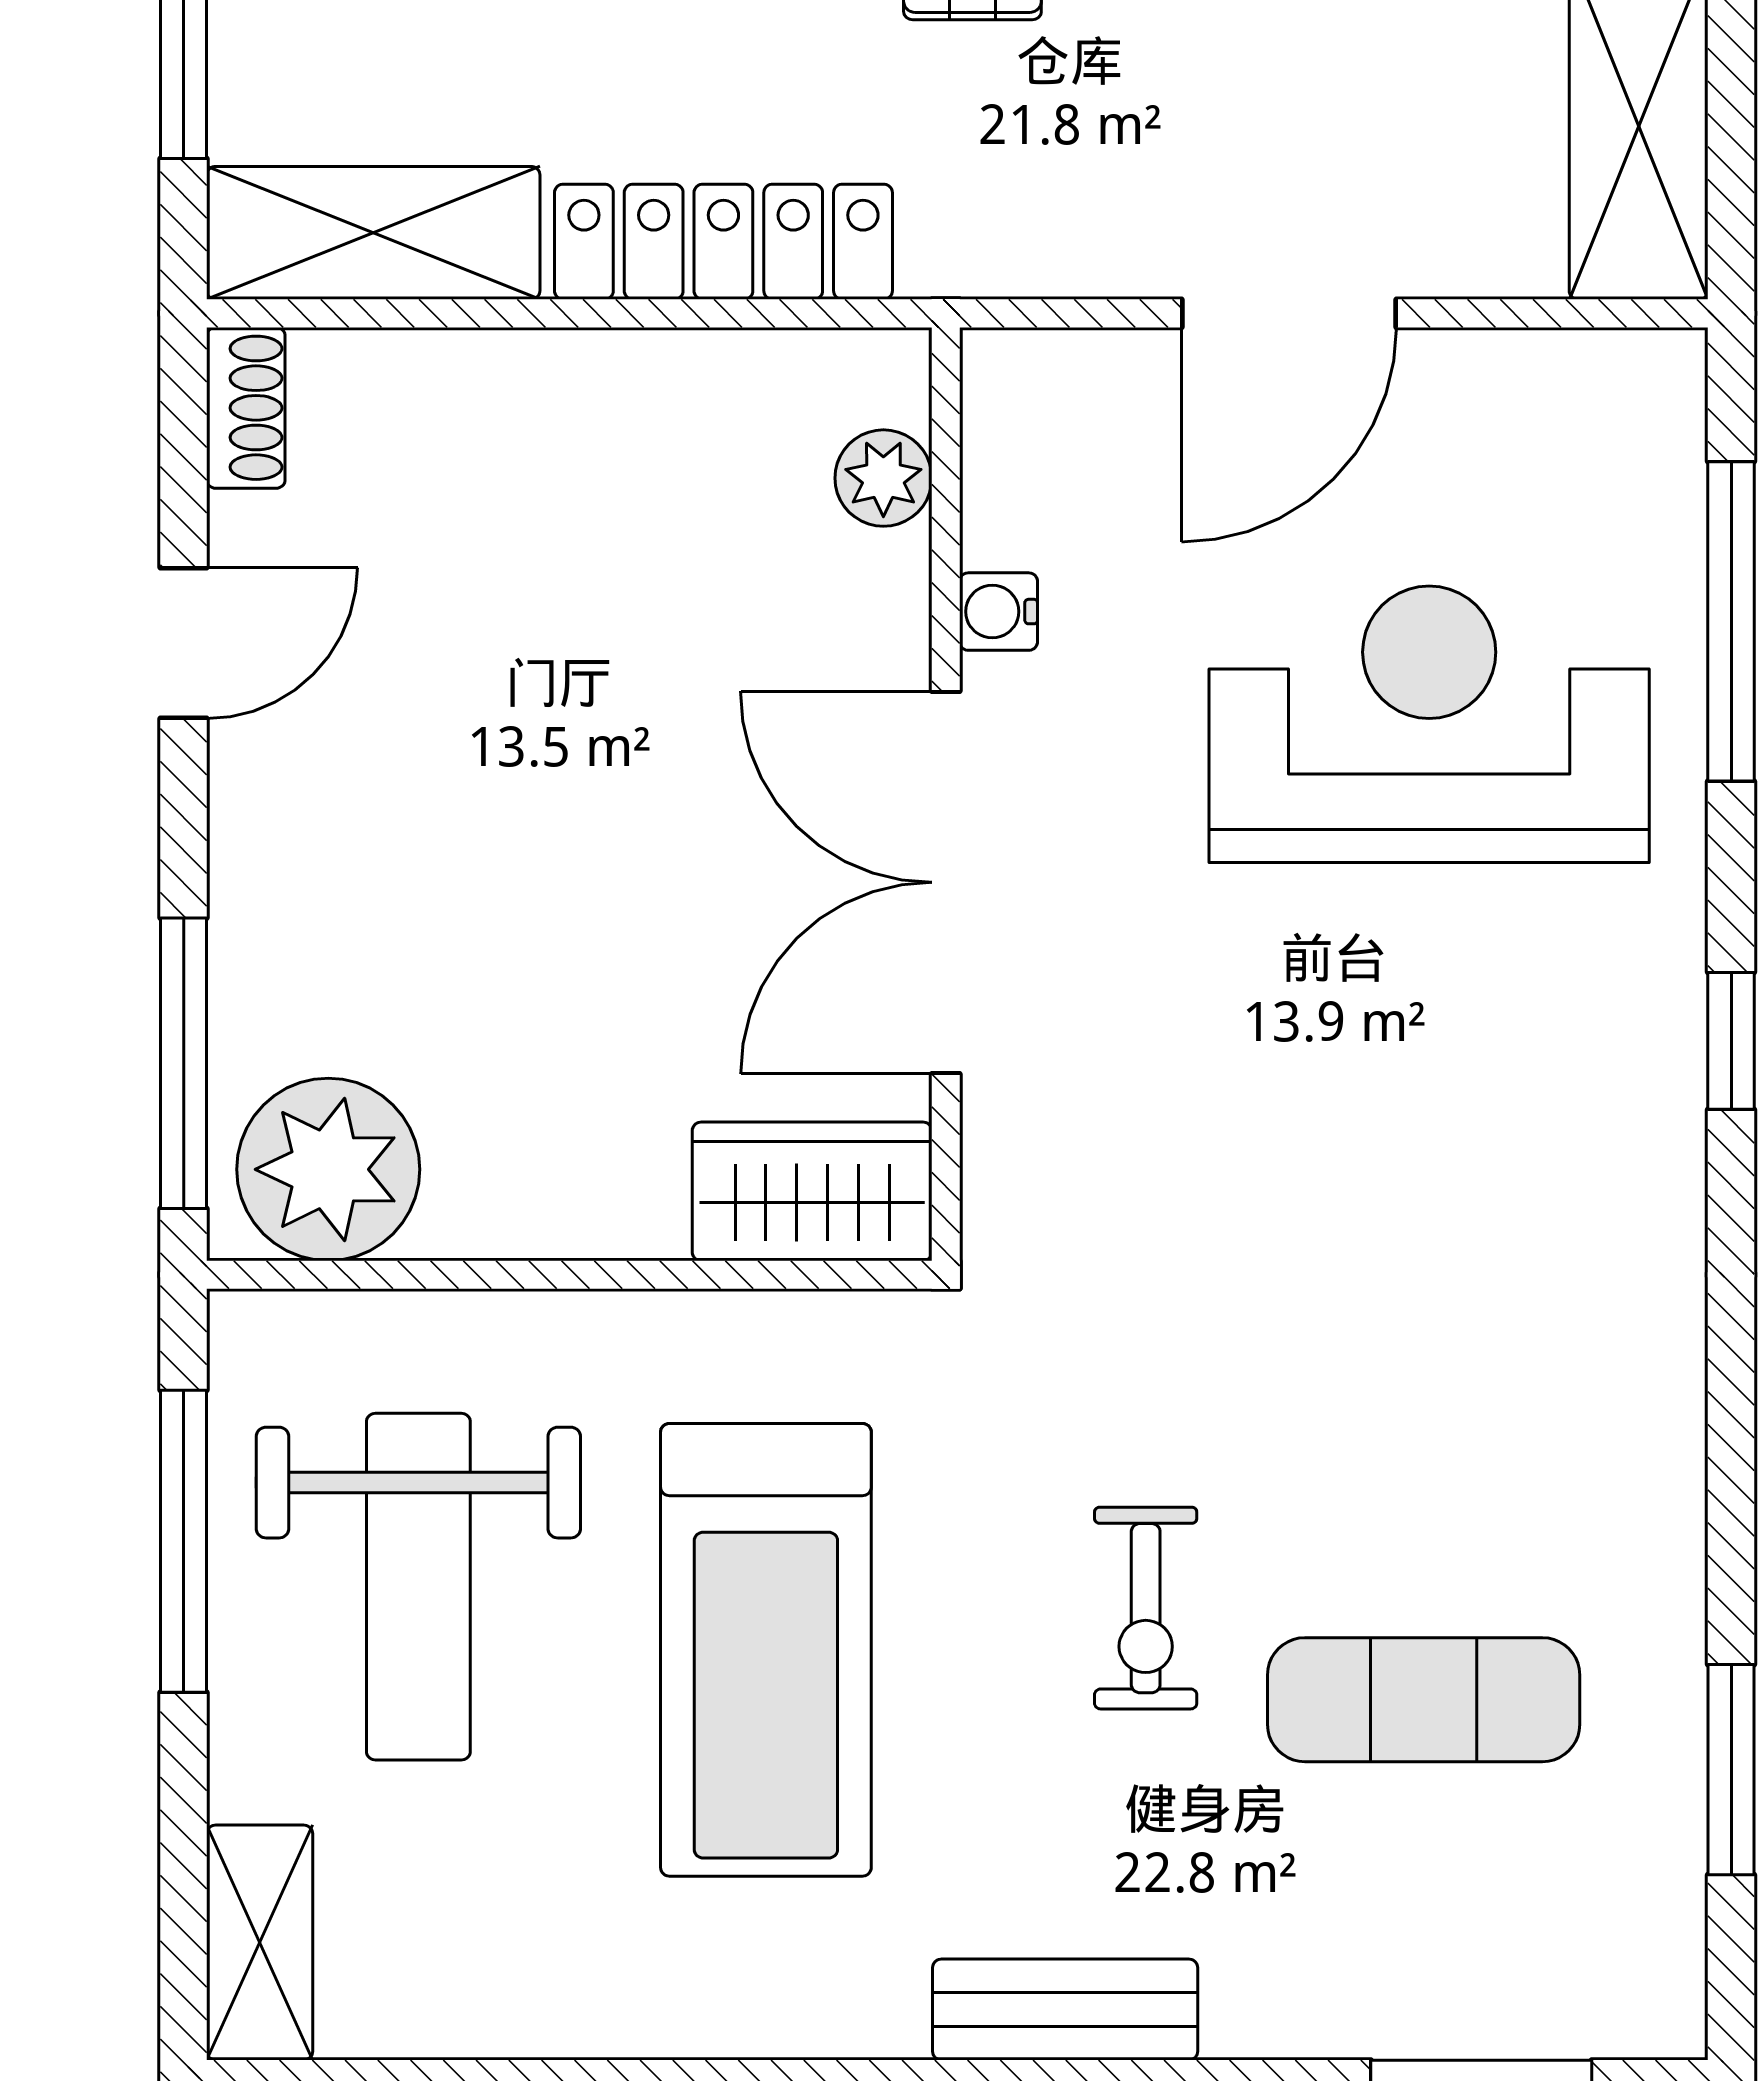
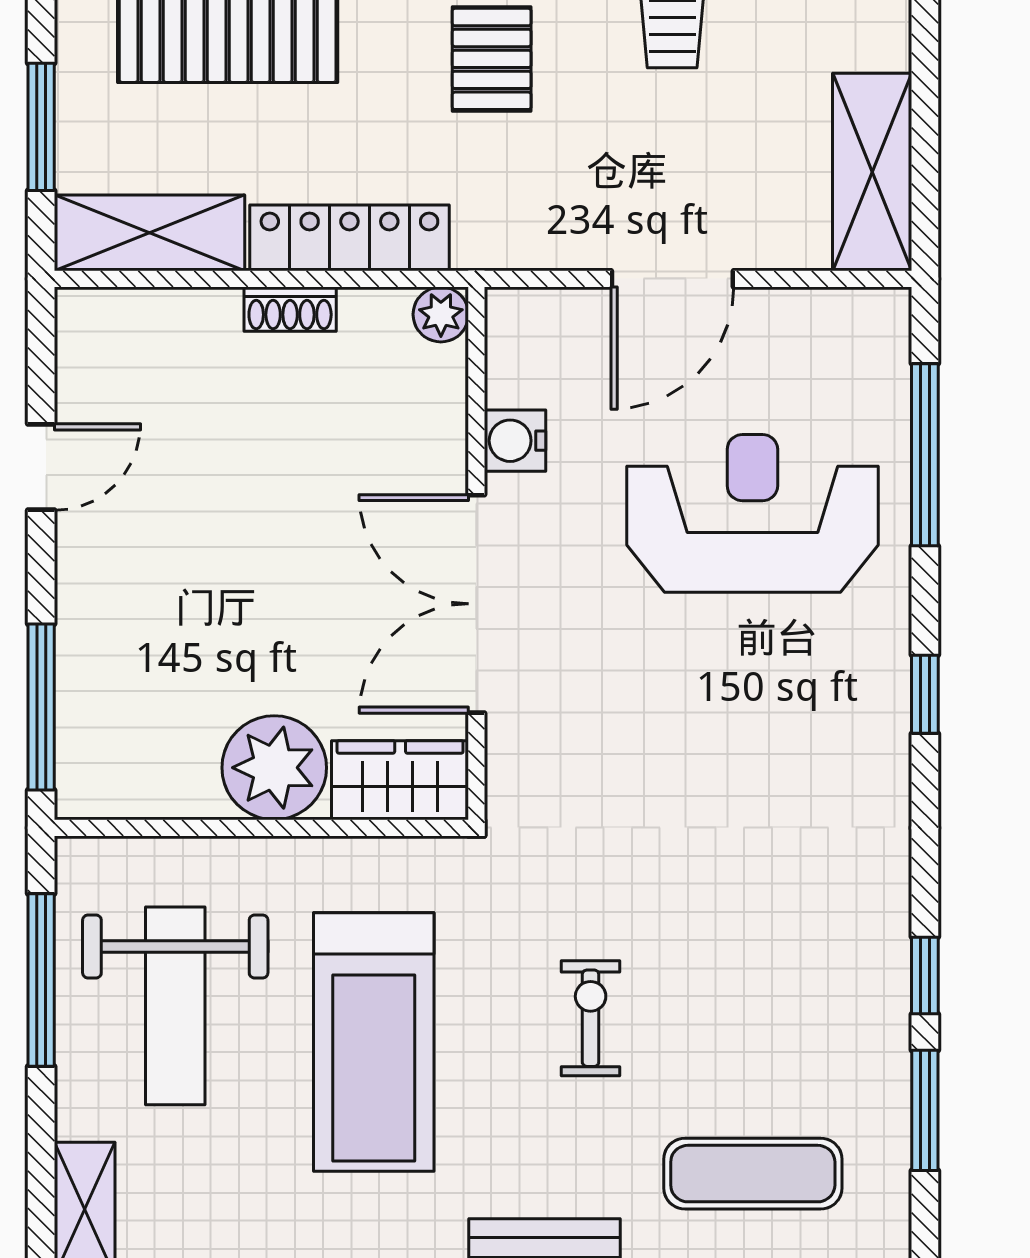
shoe rack: (246, 408) -> (290, 309), moved, turned 90
plant: (883, 478) -> (441, 314), moved
water cooler: (999, 612) -> (515, 441), width x1.38, depth x1.38
plant: (328, 1169) -> (274, 768), moved
window: (1731, 1534) -> (925, 976), added
exercise bike: (1146, 1608) -> (591, 1018), turned 180
exercise mat: (1424, 1700) -> (753, 1174), moved

